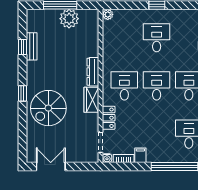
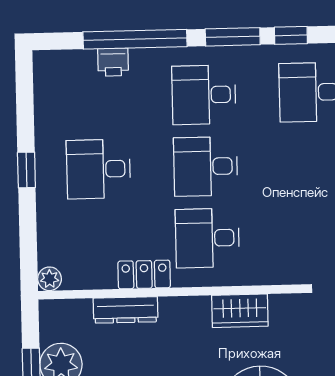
dresser: (93, 72) -> (126, 310), moved
locker: (109, 118) -> (144, 274), moved

